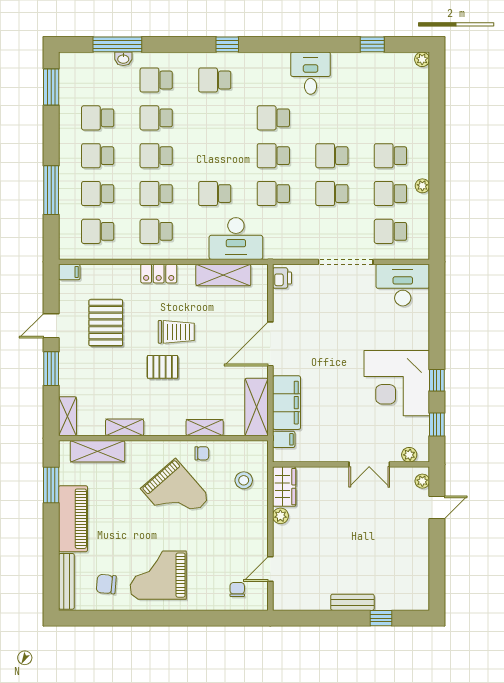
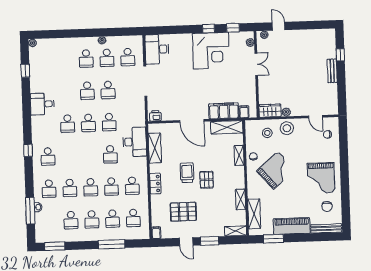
stool: (251, 516) -> (287, 128), added

